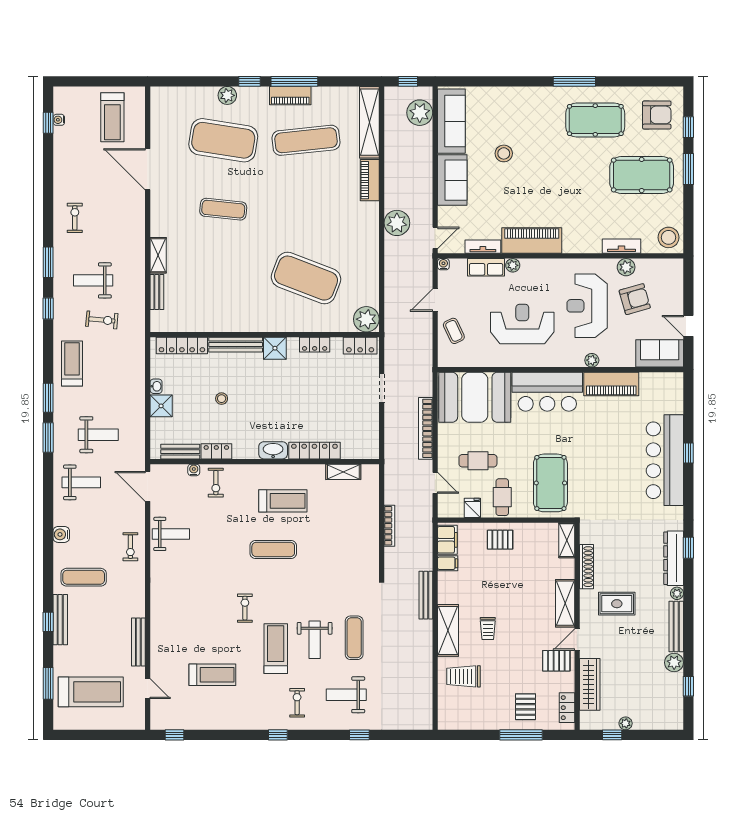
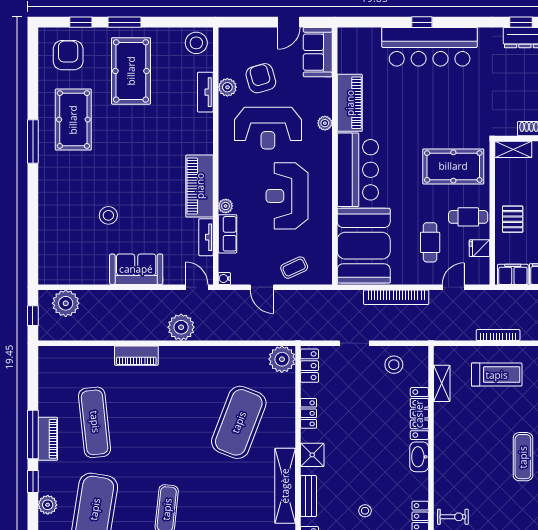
sofa: (451, 121) -> (75, 270), removed
shelving: (369, 122) -> (285, 486), moved, turned 90
bench: (236, 345) -> (308, 496), width x0.73
stool: (361, 426) -> (394, 365), added
treadmill: (283, 501) -> (497, 375), moved, turned 90

